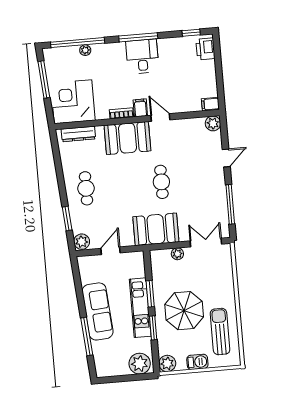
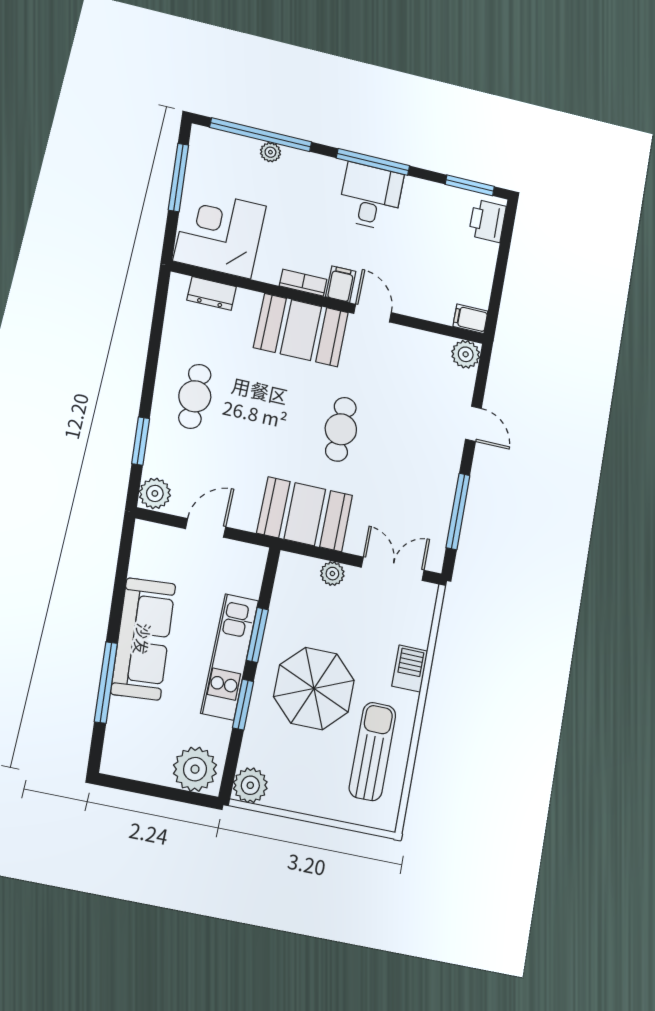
window: (191, 33) -> (470, 185), width x1.50
dresser: (78, 134) -> (212, 293), width x0.70
door: (226, 158) -> (473, 424), hinge flipped
barbecue: (197, 362) -> (410, 669), moved, turned -90

